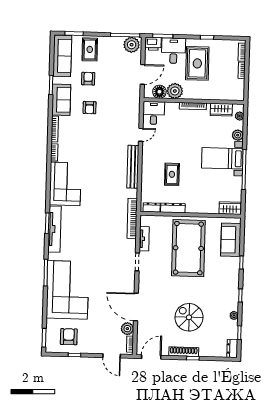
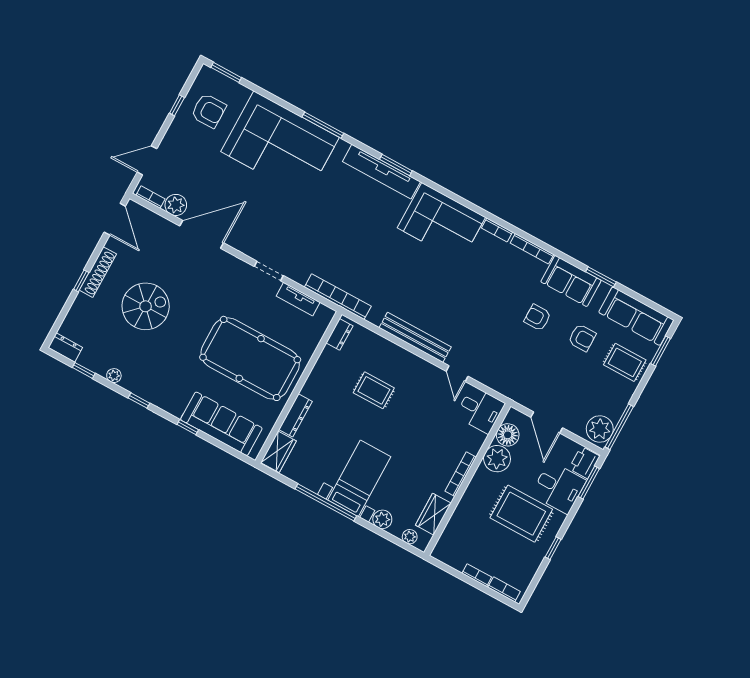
dresser: (173, 208) -> (296, 415), moved
sofa: (231, 240) -> (221, 424), width x1.36

